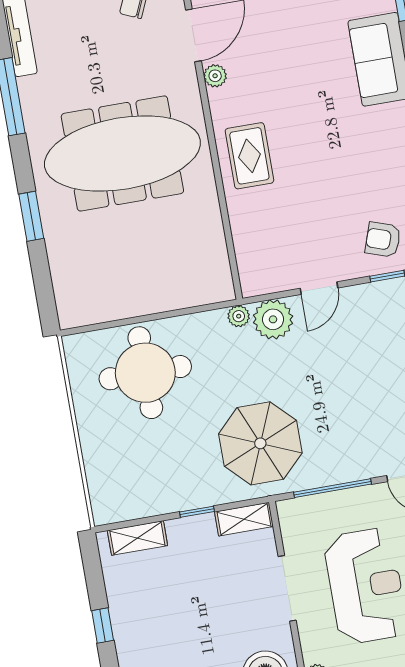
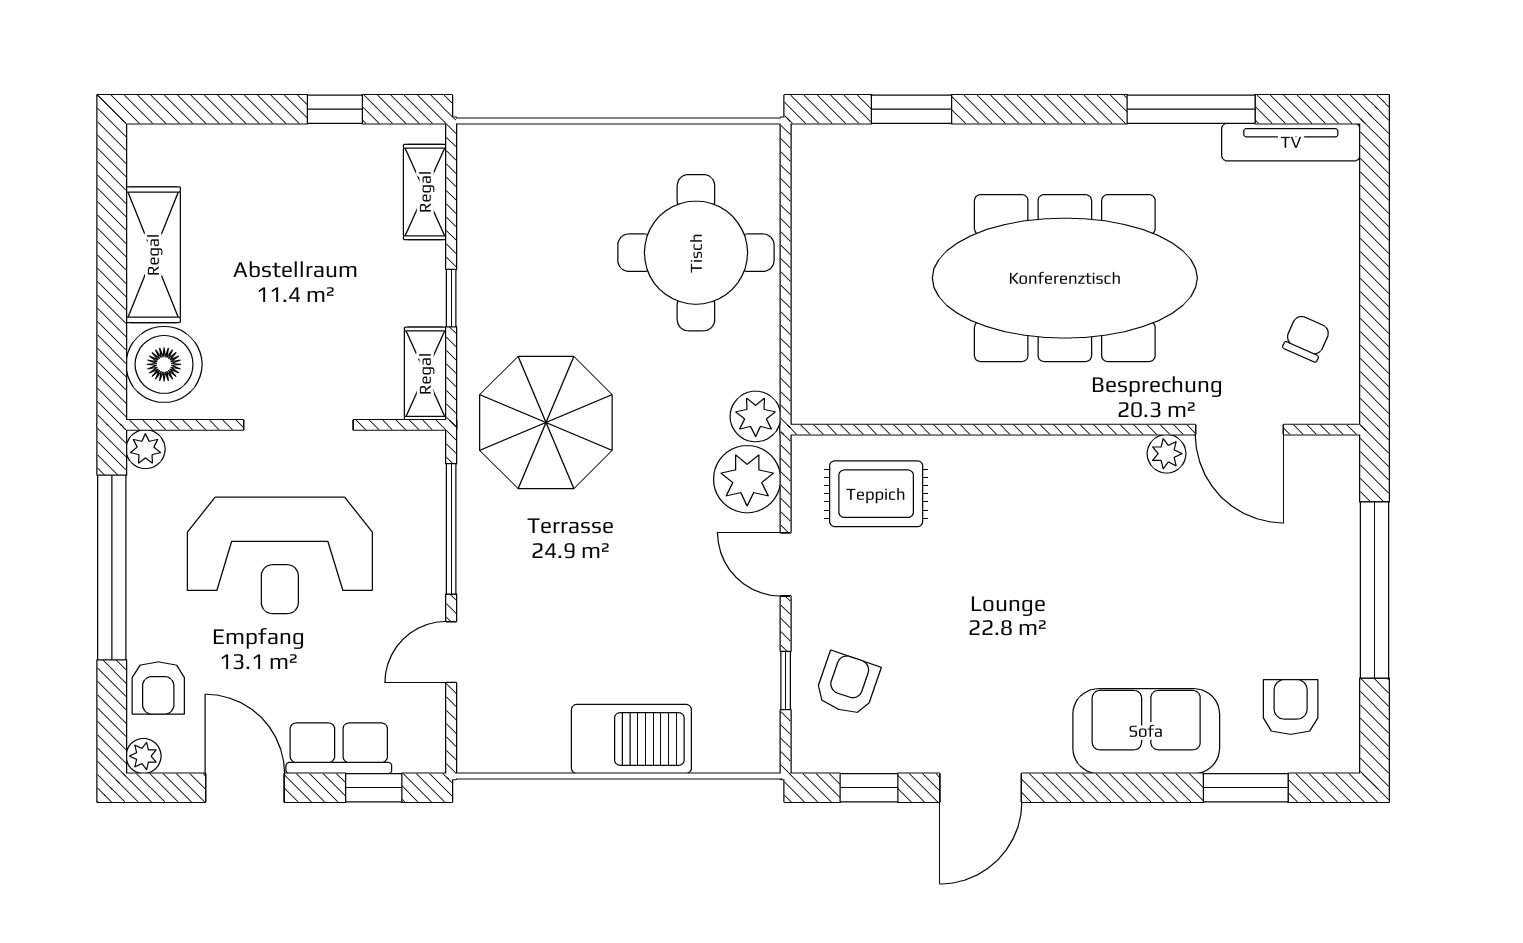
meeting table: (122, 153) -> (1065, 278), turned 90
rug: (249, 156) -> (876, 494), moved
window: (31, 216) -> (911, 109), moved
plant: (239, 316) -> (756, 416), width x1.38, depth x1.38
window: (103, 625) -> (335, 109), moved

